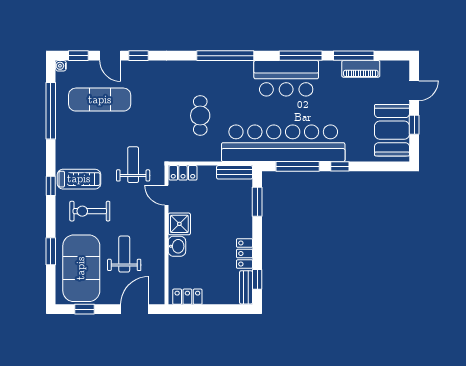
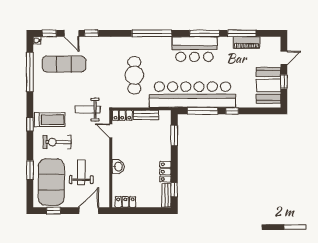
cafe table: (200, 116) -> (134, 75), width x1.37, depth x1.35
weight bench: (133, 165) -> (87, 110), turned -90
bench: (235, 172) -> (146, 115), moved
shower: (179, 224) -> (120, 151), removed

